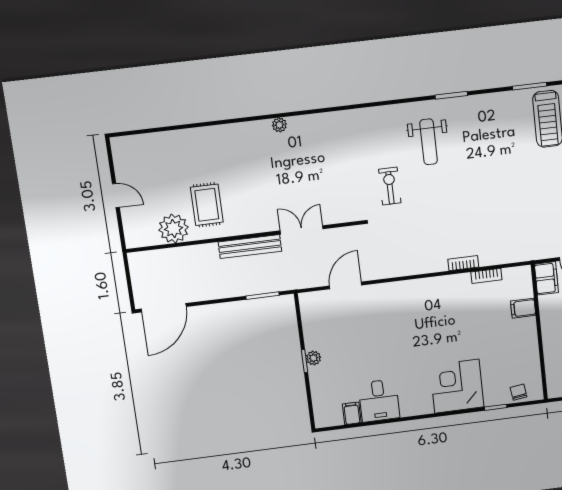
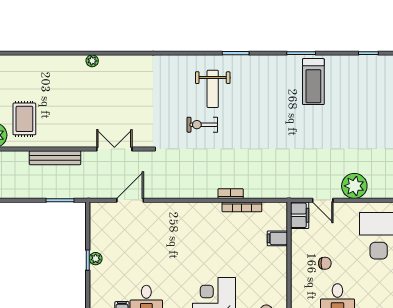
exercise bike: (390, 186) -> (202, 125), moved, turned -90
double door: (302, 230) -> (114, 149), moved
bookcase: (486, 276) -> (242, 207), width x1.56

